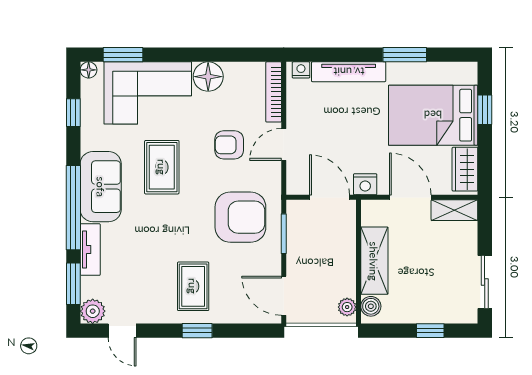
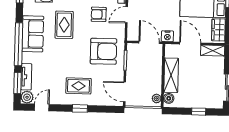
tv unit: (90, 250) -> (26, 77), moved
rug: (193, 286) -> (79, 86), turned 90
door: (122, 331) -> (42, 107), swing flipped

